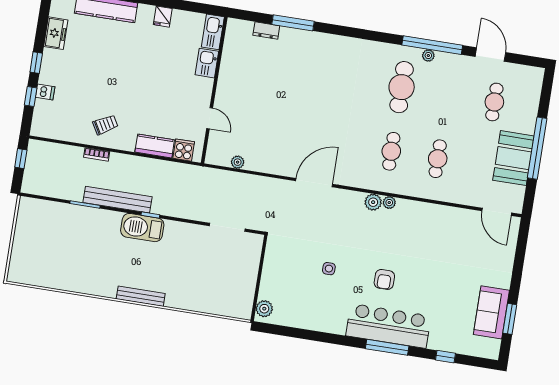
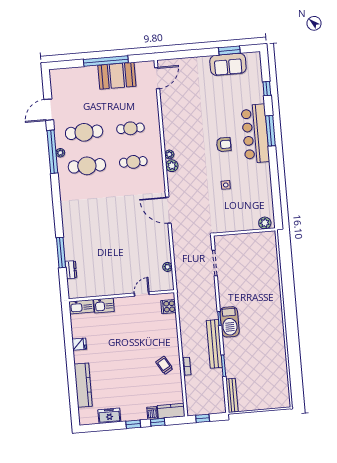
cafe table: (494, 102) -> (84, 132), moved, width x1.37, depth x1.35
kitchen counter: (155, 146) -> (171, 411), moved, turned 90
bench: (141, 296) -> (232, 395), moved

